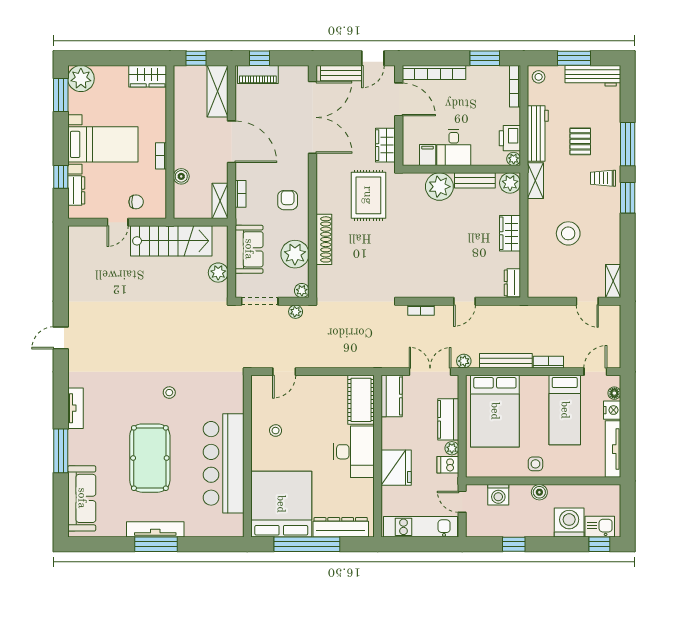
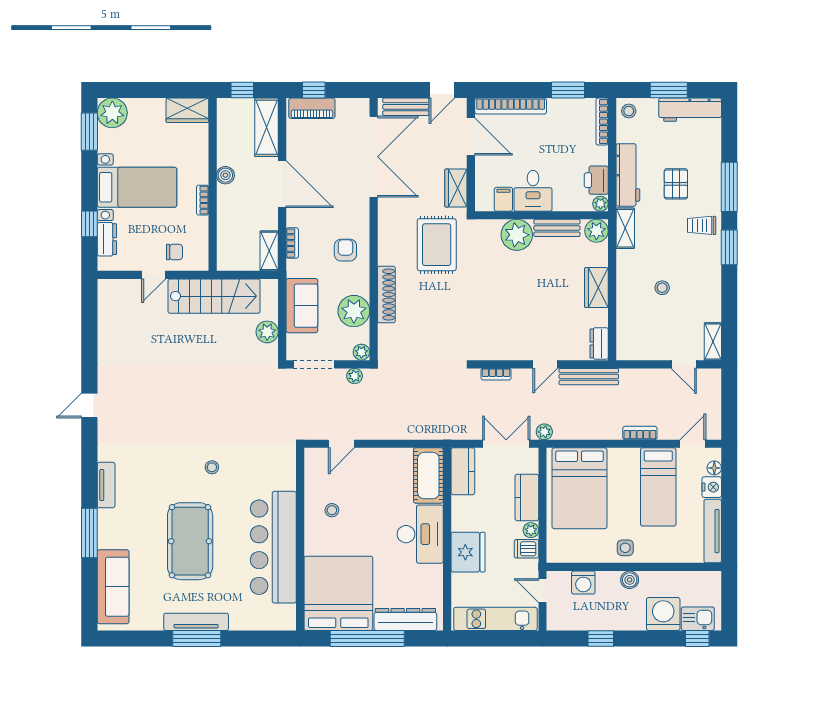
boiler: (181, 176) -> (225, 175), moved
stool: (568, 233) -> (662, 288), width x0.53, depth x0.53
bench: (506, 361) -> (589, 377), moved

